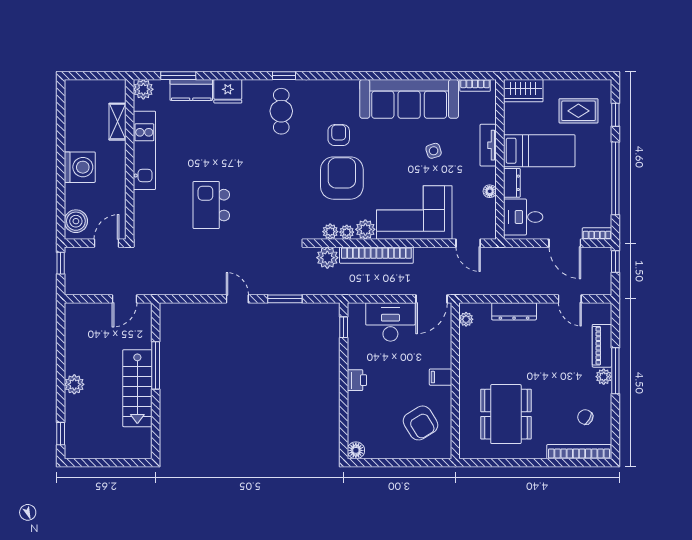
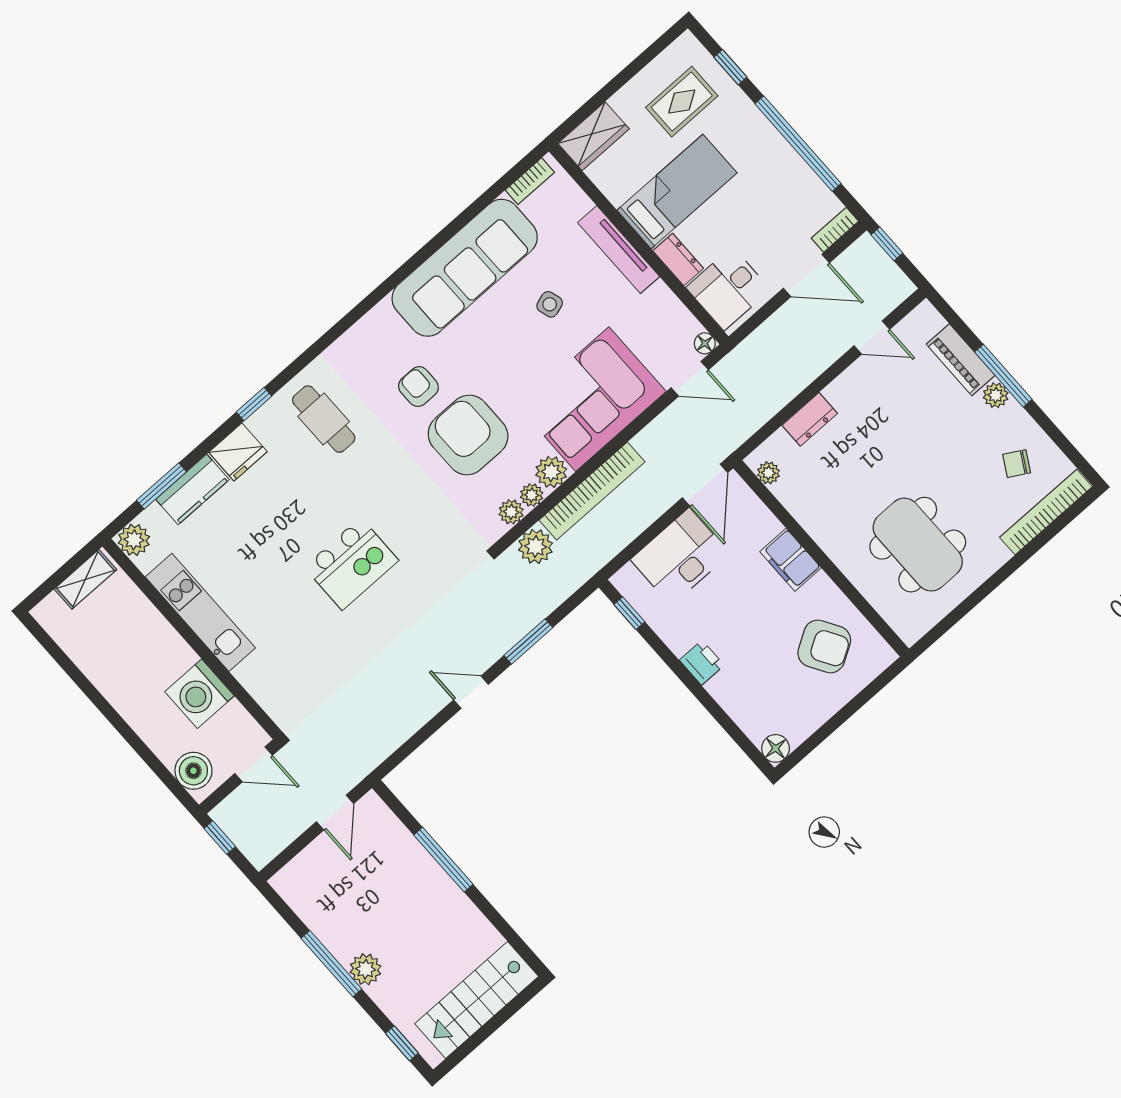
window: (284, 76) -> (254, 404), moved
shelving: (117, 122) -> (85, 579), moved, turned 90
tv unit: (488, 145) -> (619, 250), width x1.41
washing machine: (80, 167) -> (200, 694), moved, turned 180
floor lamp: (490, 191) -> (705, 343), moved
kitchen island: (211, 205) -> (351, 564), moved, turned -90
door: (107, 243) -> (254, 764), swing flipped
dresser: (514, 311) -> (810, 419), width x0.70
window: (61, 368) -> (331, 964), added
filing cabinet: (441, 377) -> (791, 560), width x2.00
stairs: (137, 388) -> (477, 1000), moved, turned 90

